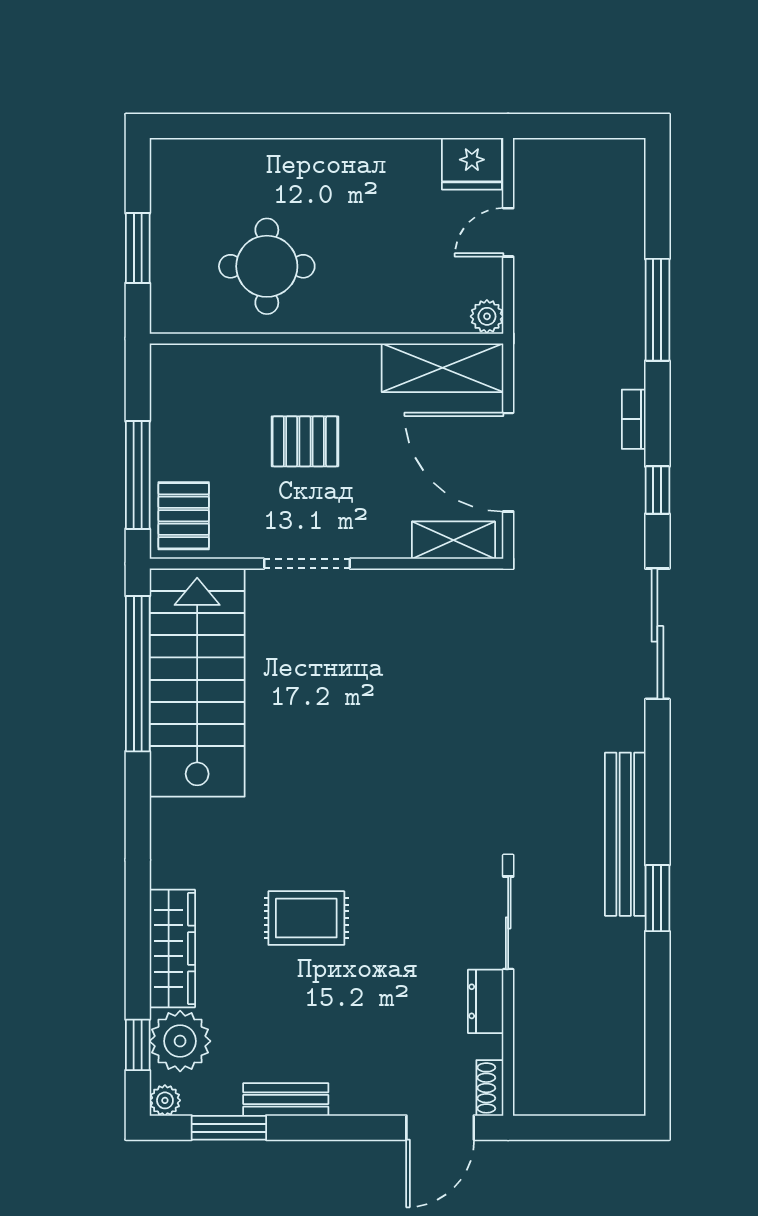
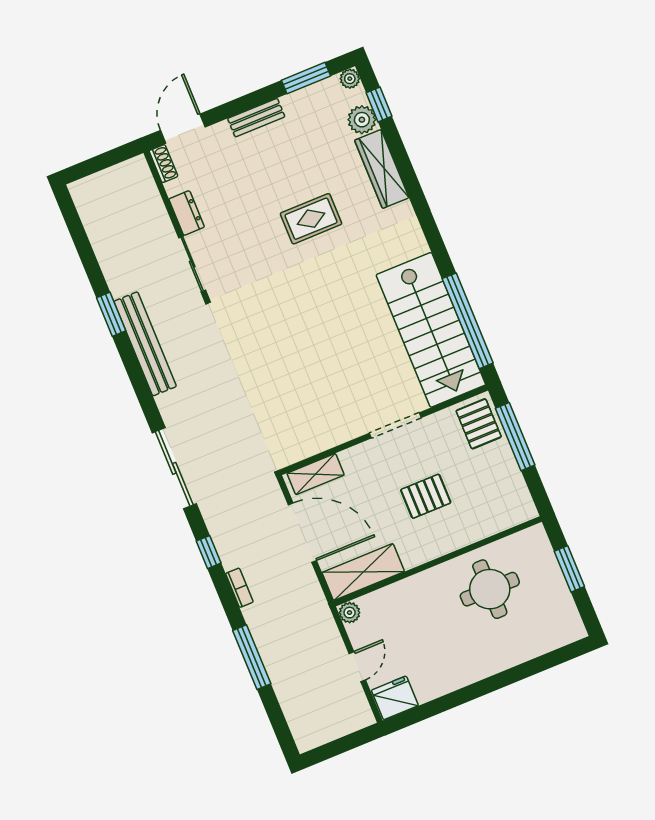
plant: (180, 1041) -> (362, 120), width x0.73, depth x0.73
bench: (286, 1100) -> (256, 118), moved

